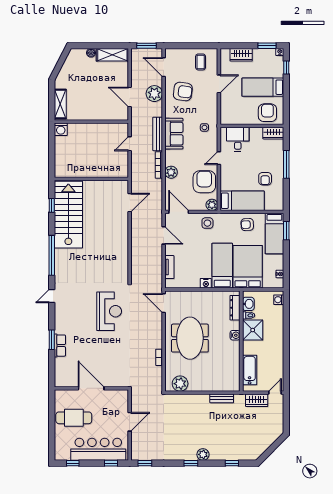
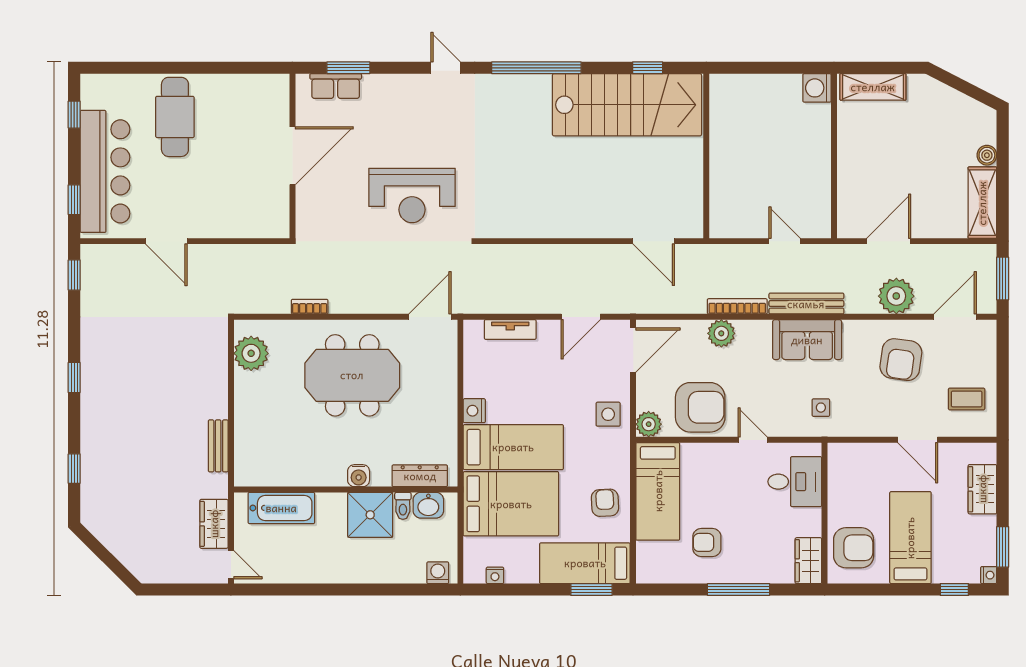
door: (91, 388) -> (292, 156), moved
wall: (91, 388) -> (292, 156), moved
plant: (203, 454) -> (93, 404), removed

